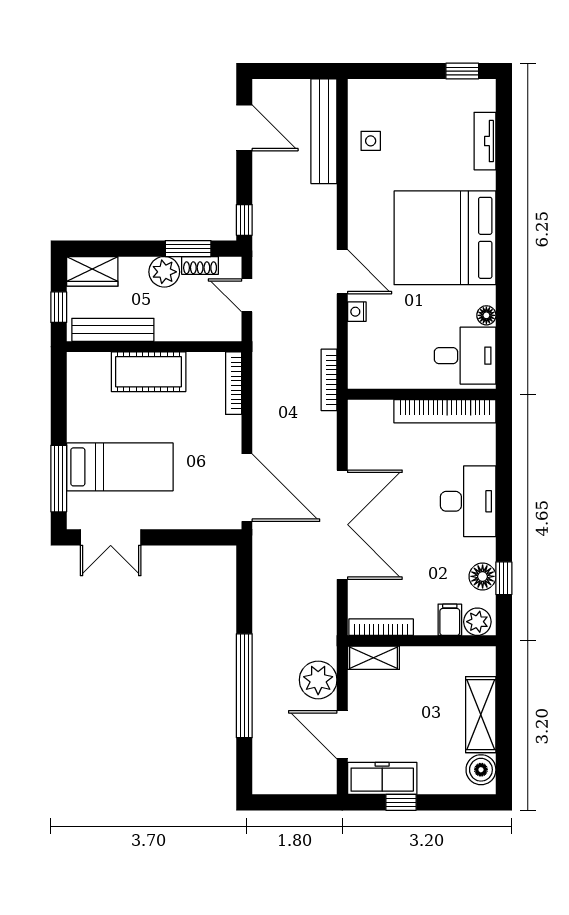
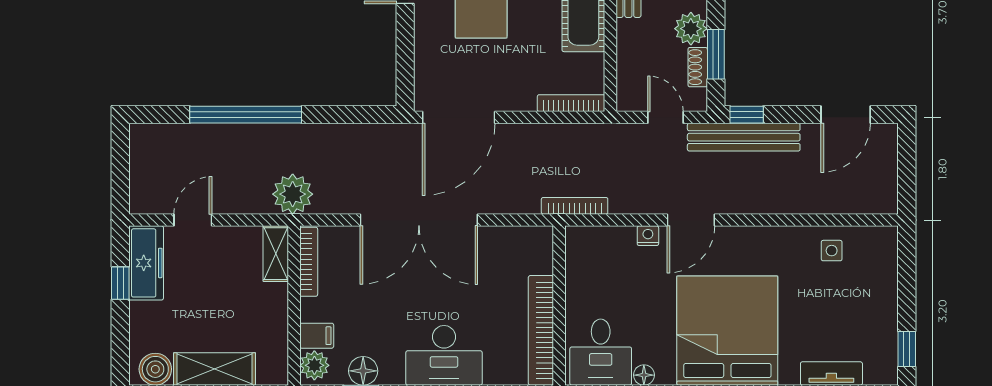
bench: (324, 131) -> (744, 137), moved
door: (247, 295) -> (665, 117), hinge flipped
plant: (318, 680) -> (293, 194), moved
door: (342, 735) -> (193, 220), width x0.73

